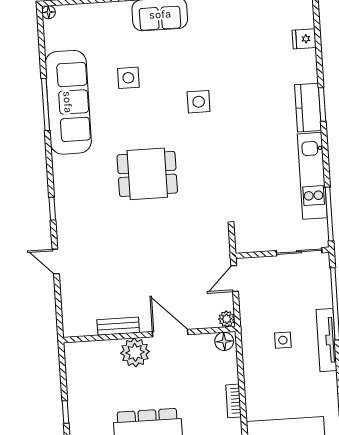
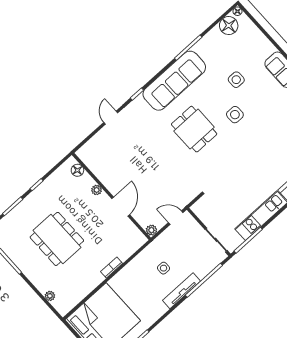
floor lamp: (57, 36) -> (229, 26), added
sofa: (68, 102) -> (174, 81), moved
side table: (199, 102) -> (235, 115), moved
bench: (118, 326) -> (103, 177), removed
floor lamp: (224, 341) -> (77, 170), moved
plant: (135, 352) -> (97, 190), width x0.53, depth x0.53

